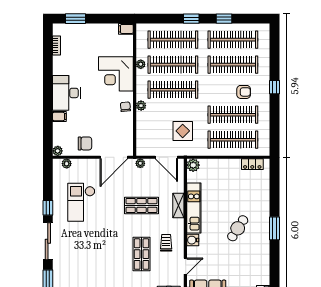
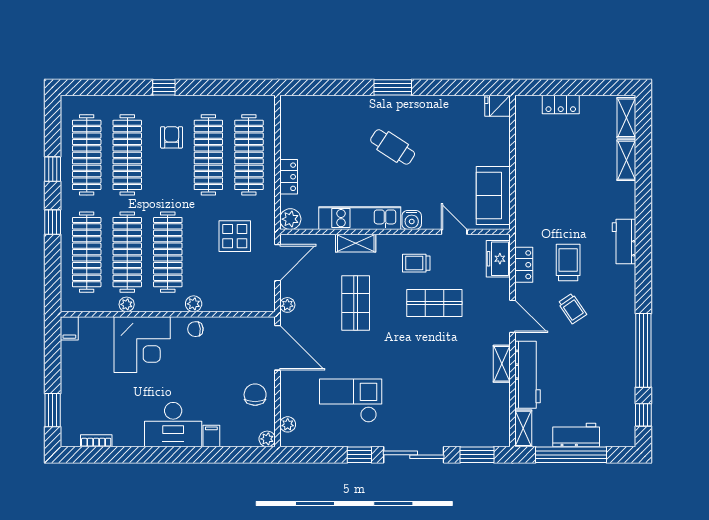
locker: (252, 164) -> (289, 177), moved
checkout: (81, 202) -> (351, 401), turned 180

